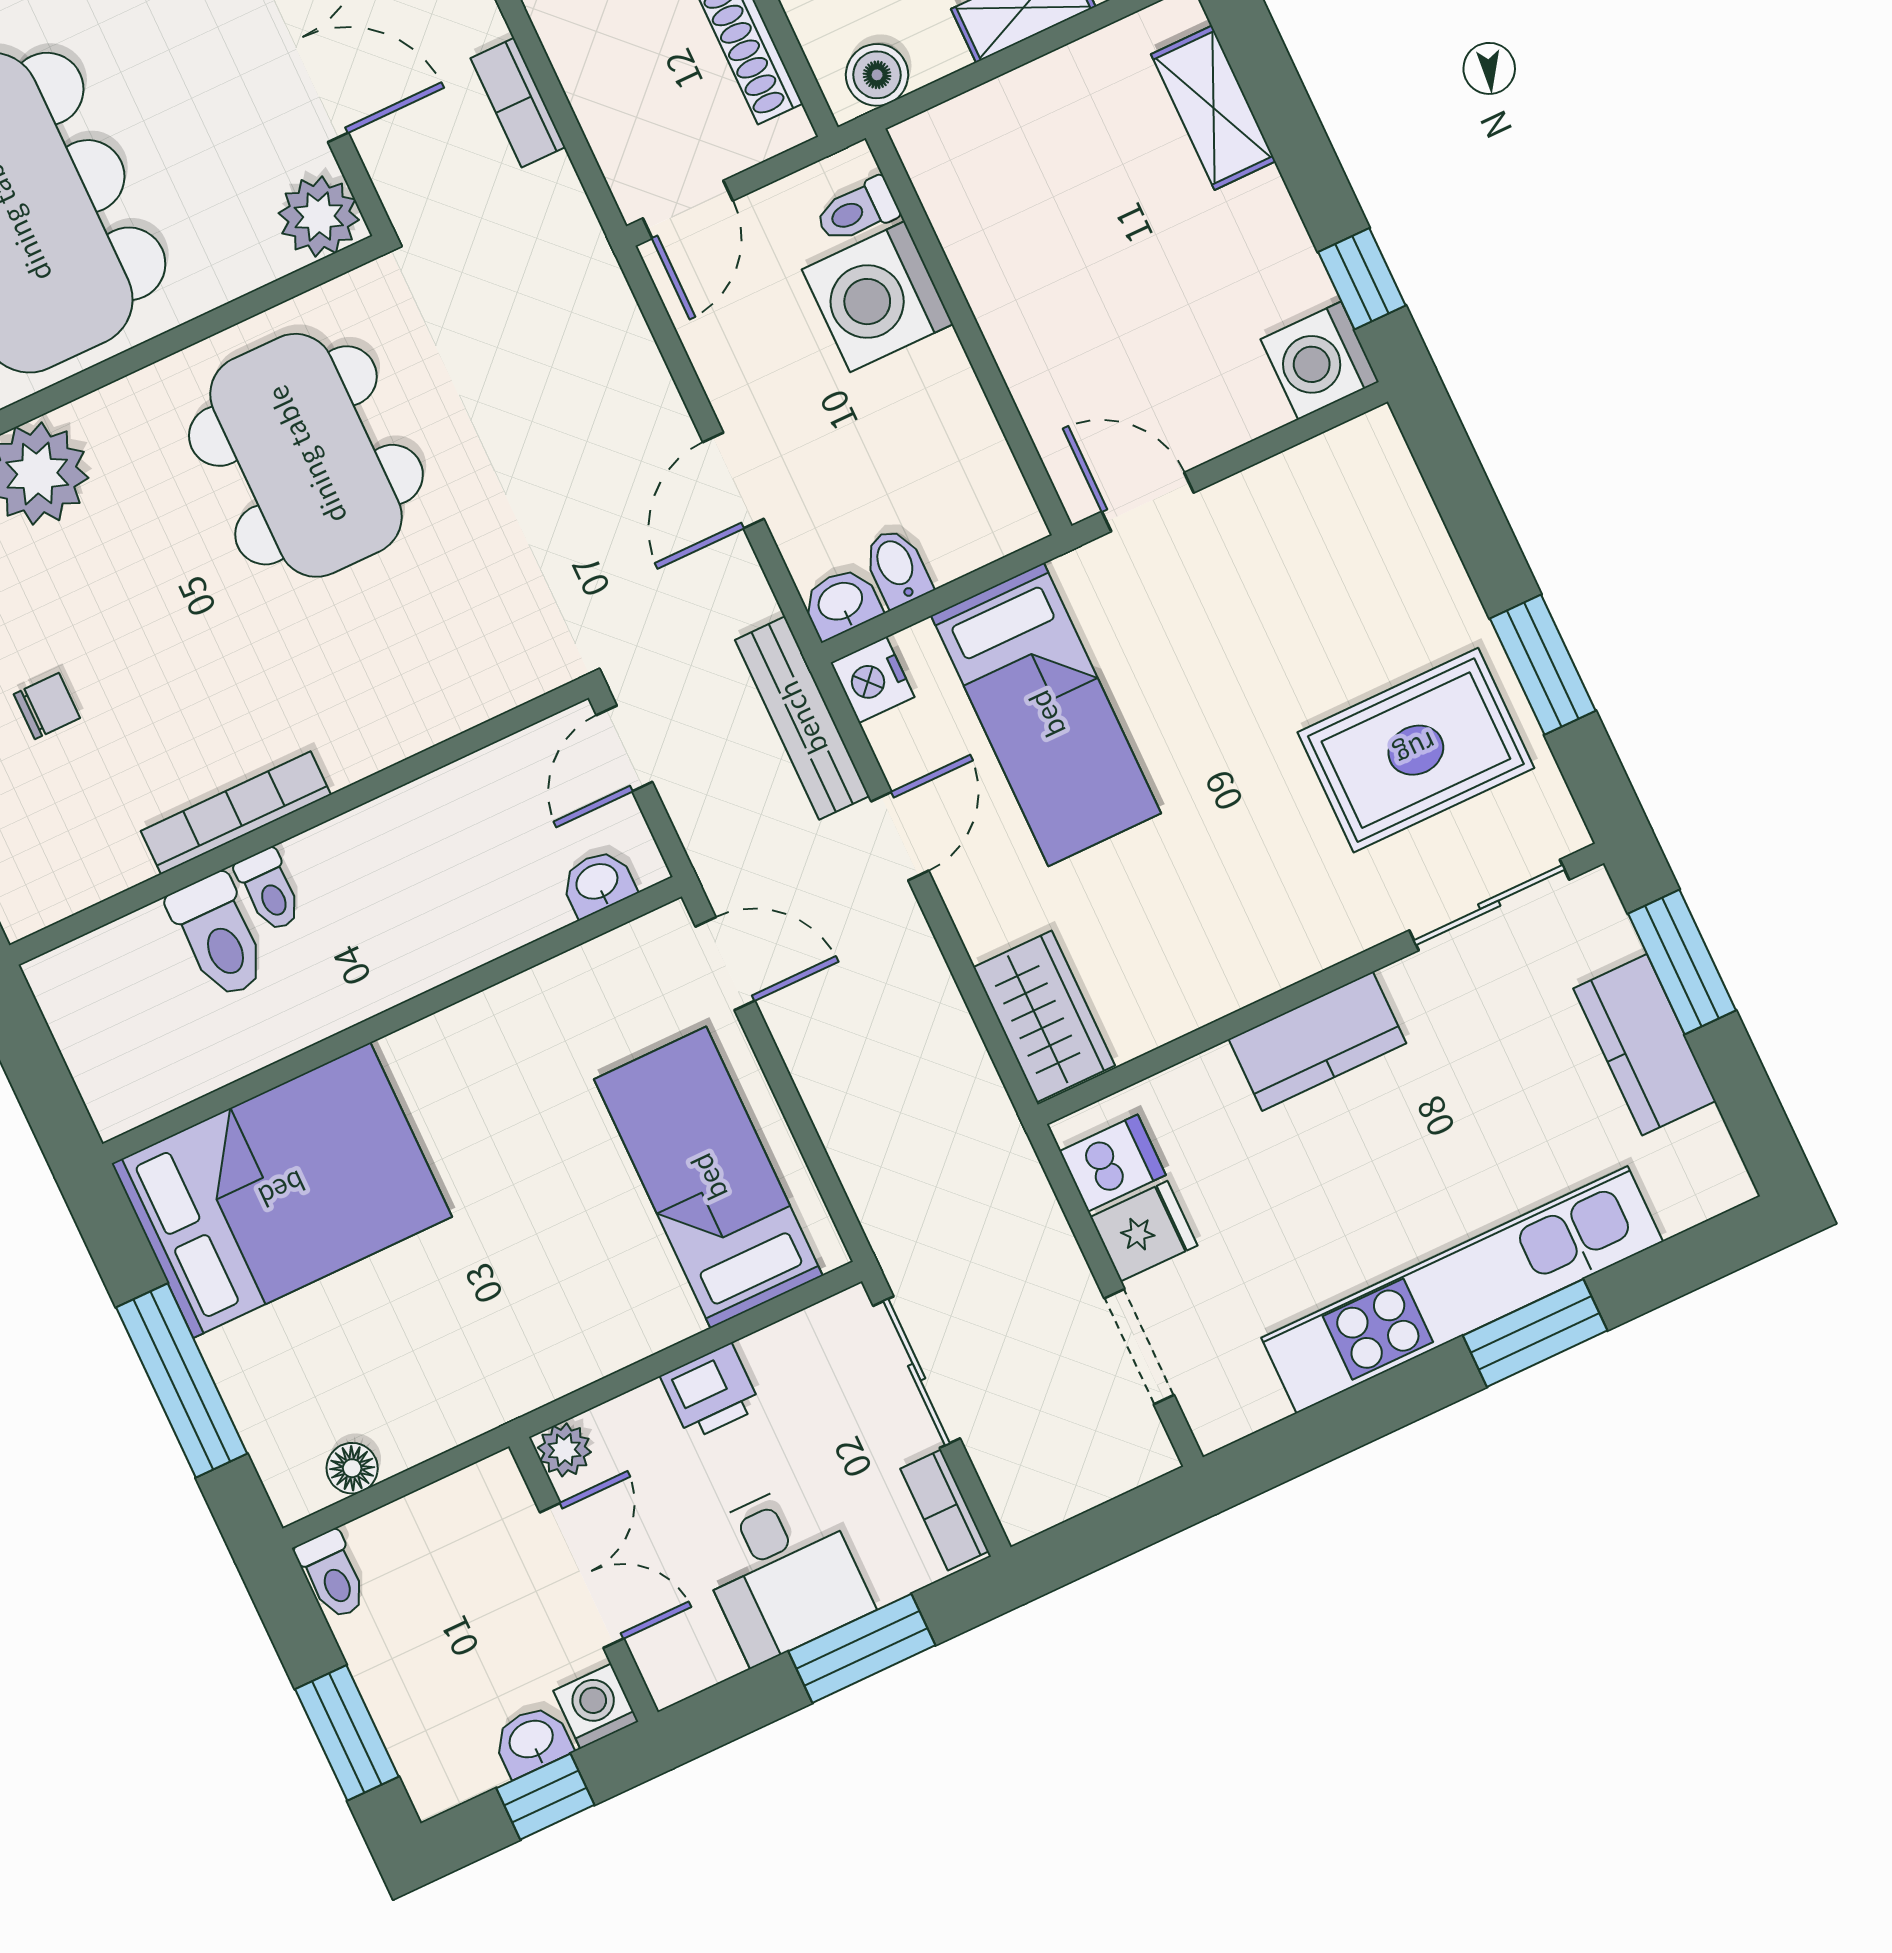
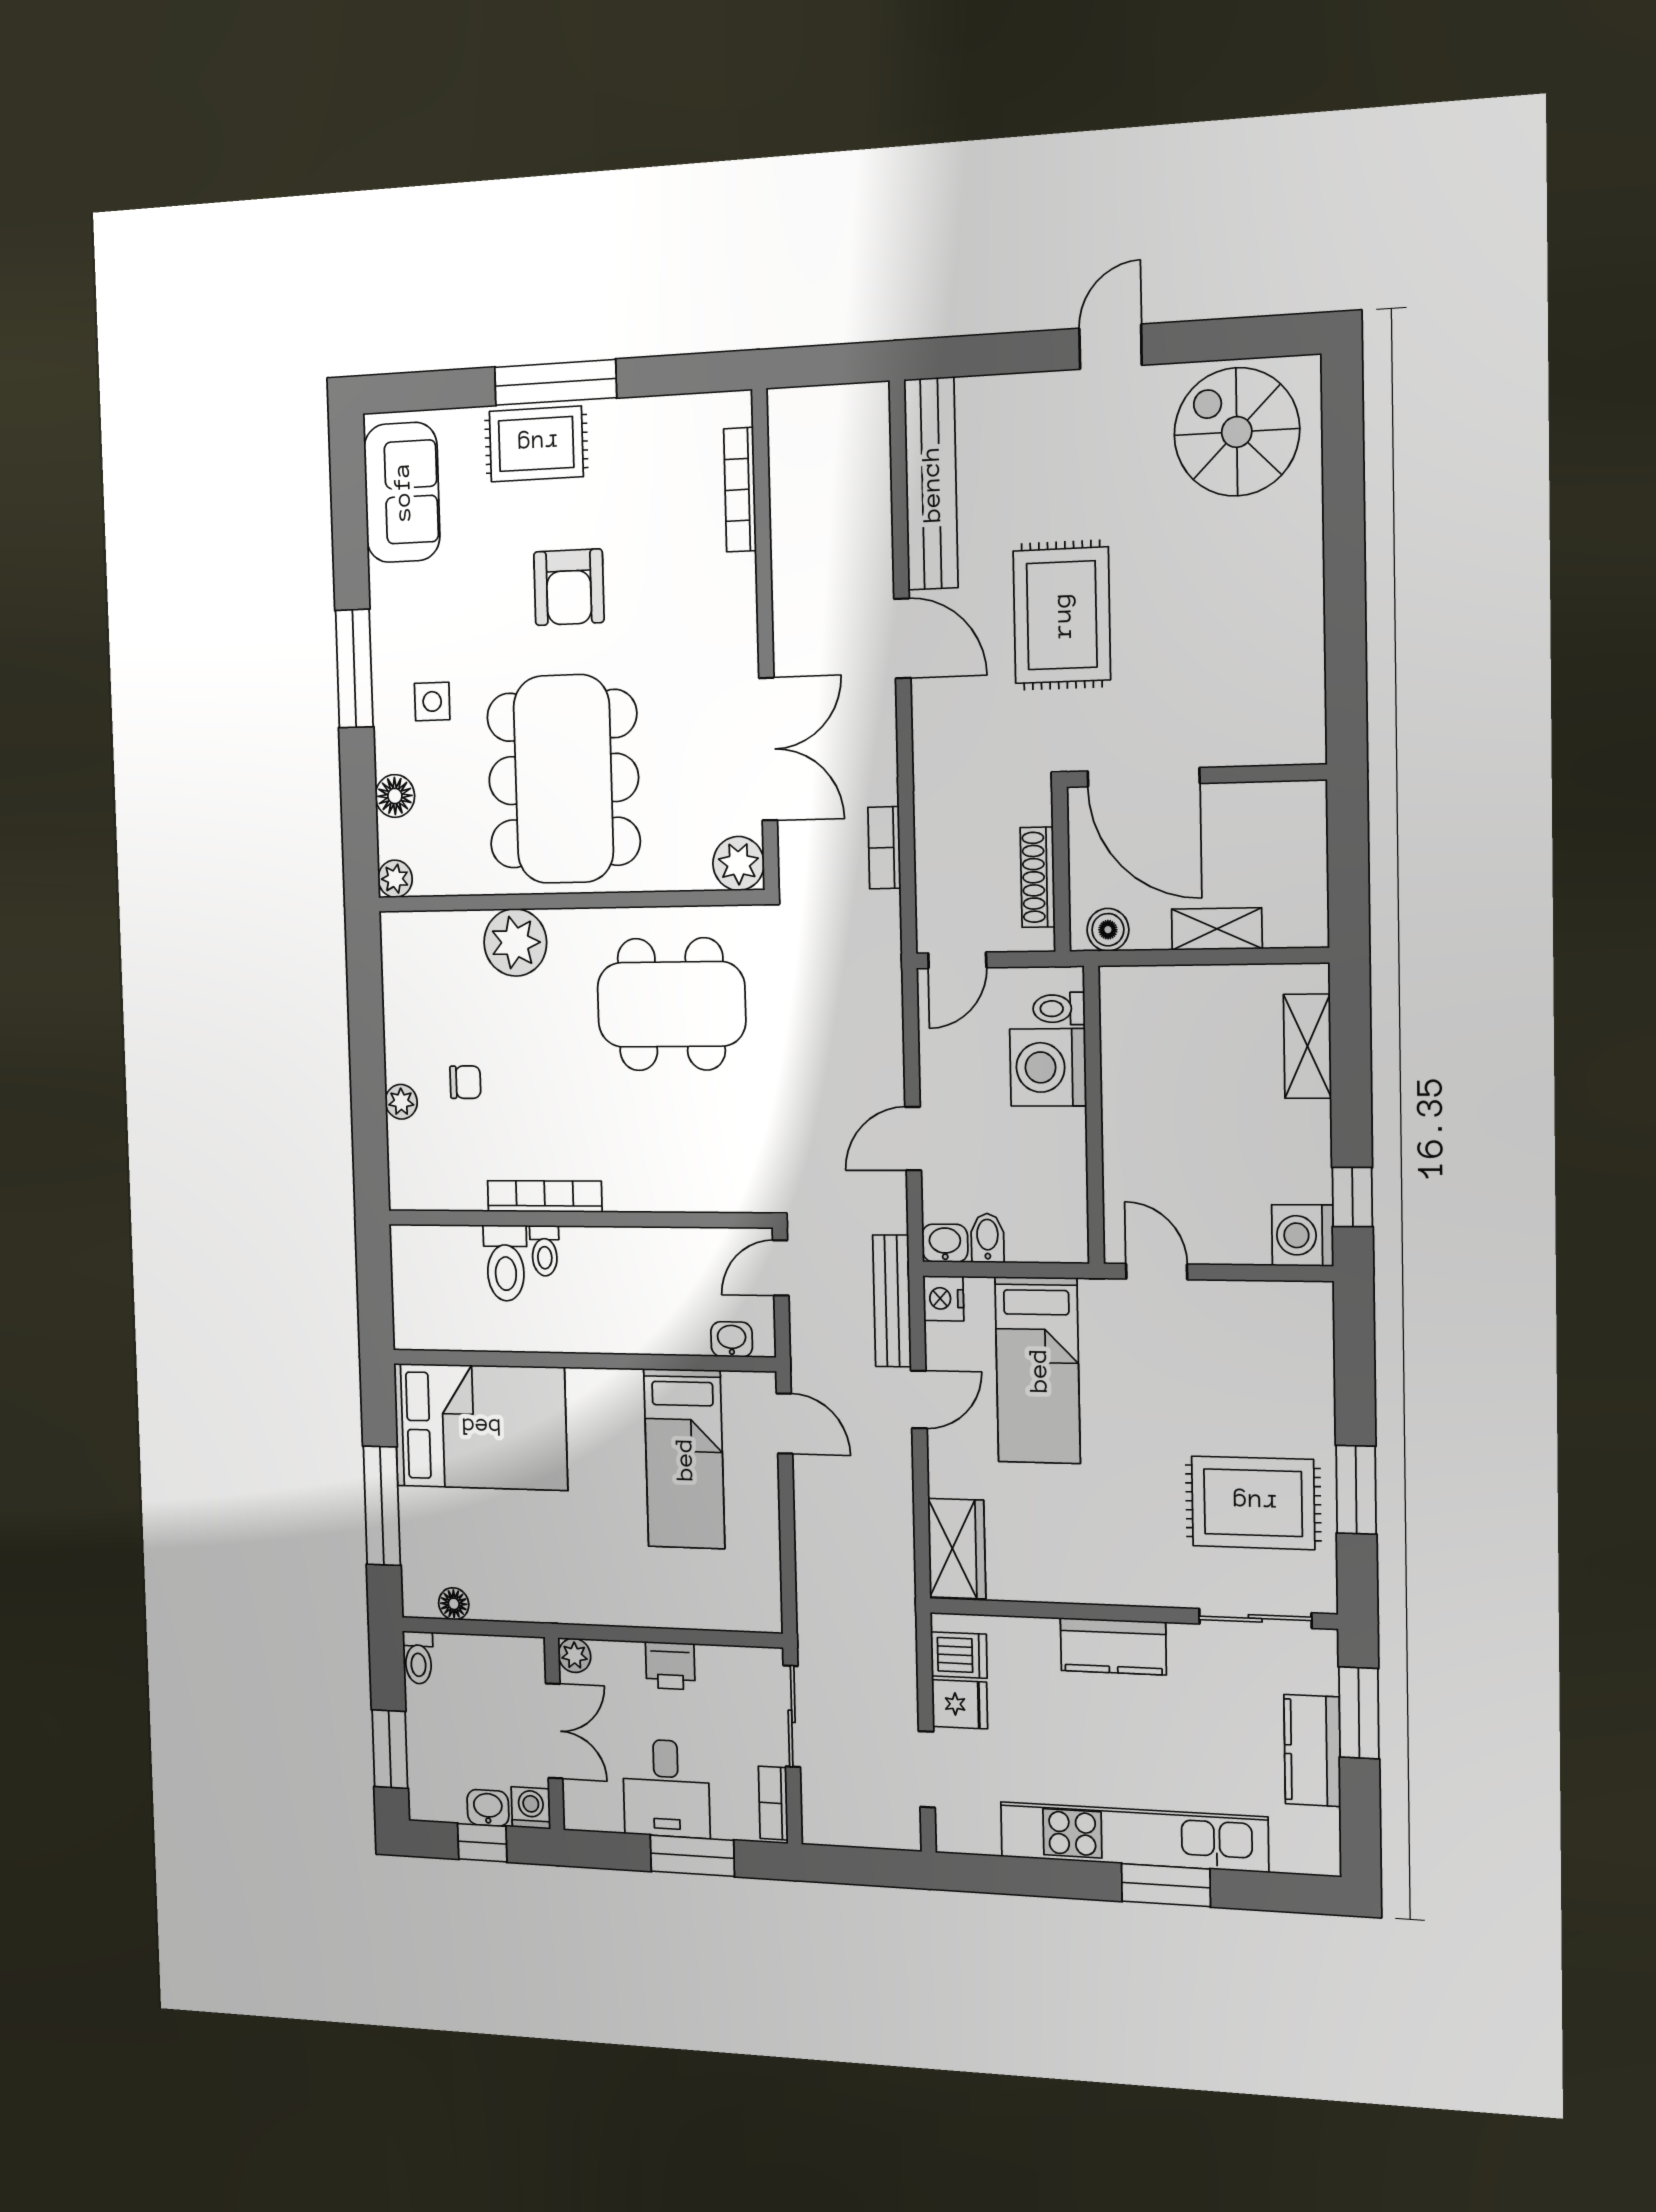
dining table: (306, 455) -> (671, 1004), turned 90
bed: (708, 1177) -> (684, 1459), moved, turned 180

